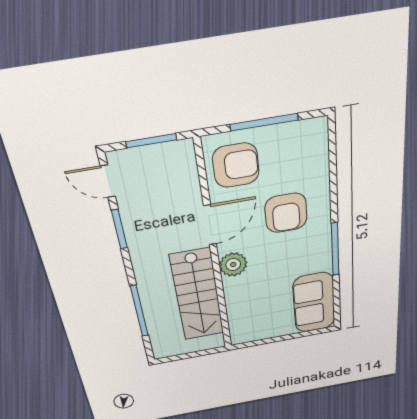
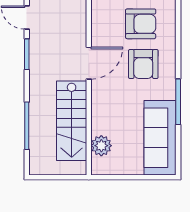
armchair: (236, 165) -> (141, 24), moved
plant: (233, 265) -> (101, 146), moved
sofa: (314, 303) -> (160, 138), width x1.36

